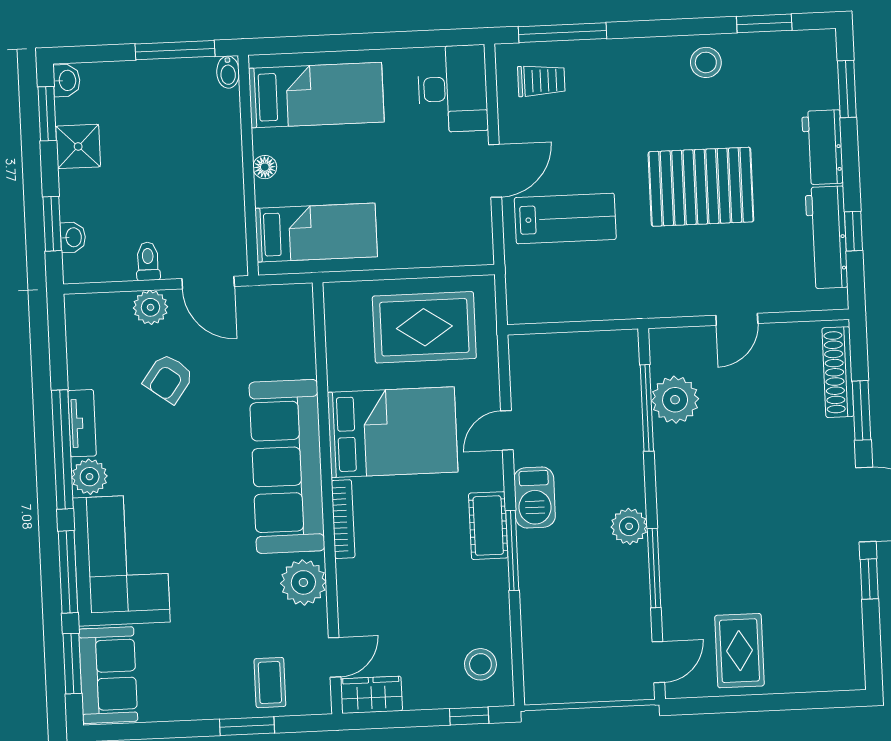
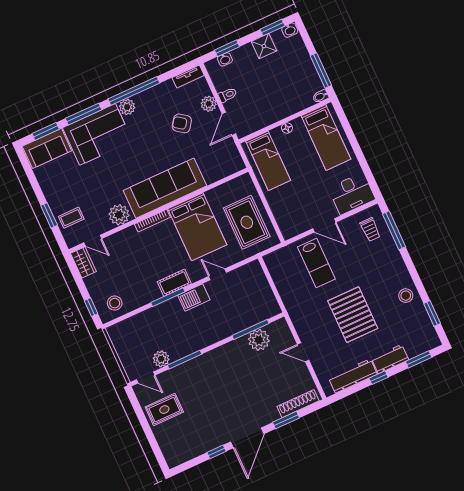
window: (853, 231) -> (379, 378), moved
tv unit: (82, 423) -> (188, 76), moved
plant: (629, 526) -> (161, 359), moved

